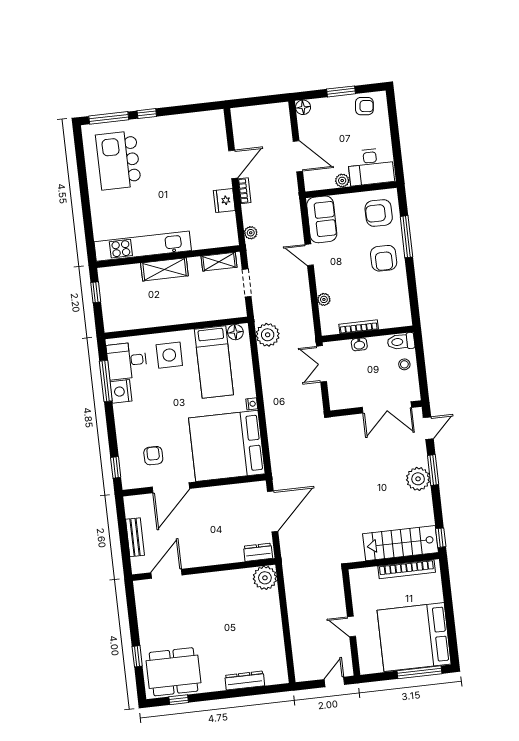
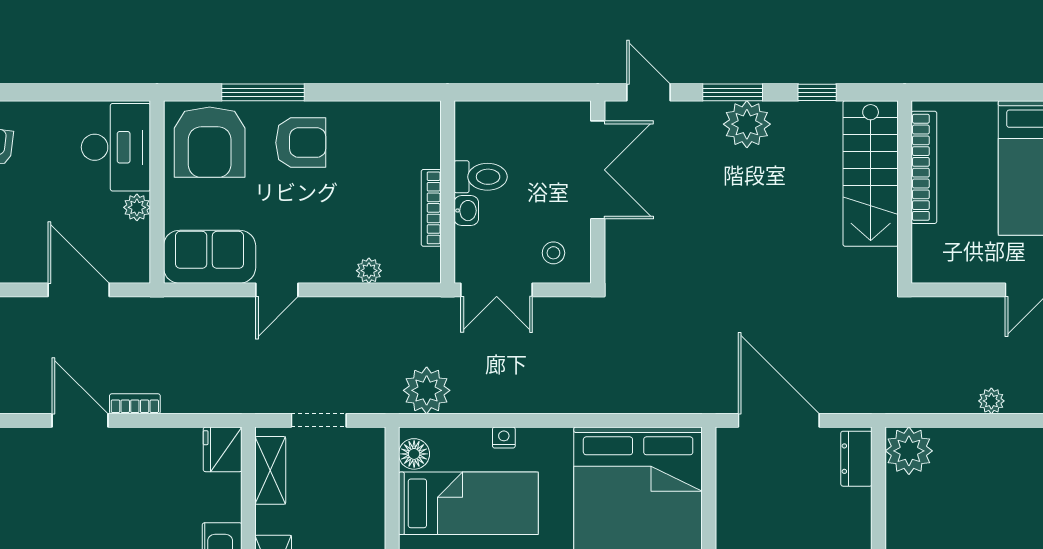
door: (298, 156) -> (79, 290), hinge flipped
fridge: (224, 200) -> (223, 449), moved, turned 90
armchair: (379, 213) -> (210, 142), width x1.36, depth x1.36
plant: (251, 233) -> (991, 401), moved
toilet: (401, 342) -> (481, 177), moved, turned -90
stool: (404, 364) -> (553, 253), moved
nightstand: (252, 404) -> (504, 438), moved
window: (441, 538) -> (817, 92), moved

